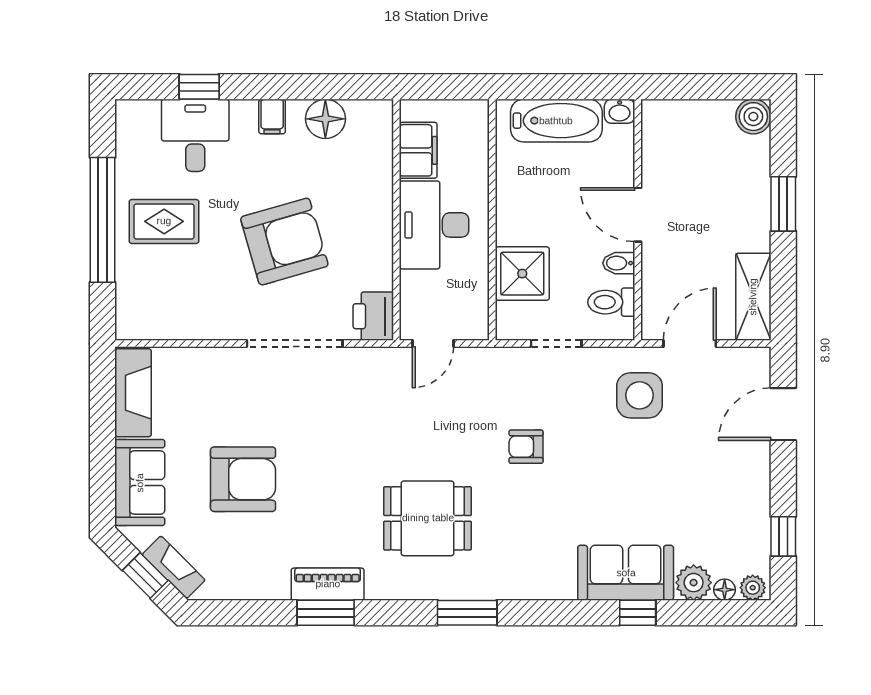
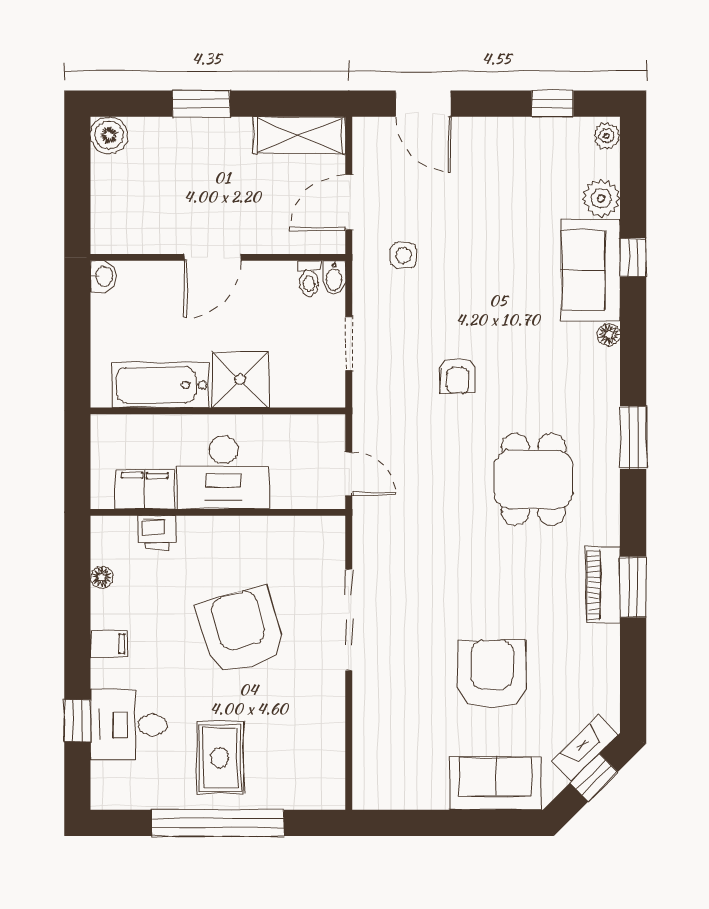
floor lamp: (325, 119) -> (102, 577), width x0.53, depth x0.53
bathtub: (556, 121) -> (161, 385), moved, turned -90
bidet: (619, 263) -> (334, 277), moved
shower: (522, 274) -> (240, 379), moved
toilet: (611, 302) -> (309, 278), width x0.73, depth x0.72
printer: (373, 316) -> (157, 533), moved, width x0.73, depth x0.81
door: (690, 344) -> (349, 202), hinge flipped
fireplace: (133, 393) -> (401, 791), removed
side table: (640, 395) -> (404, 255), width x0.54, depth x0.54
floor lamp: (725, 590) -> (609, 335), moved

